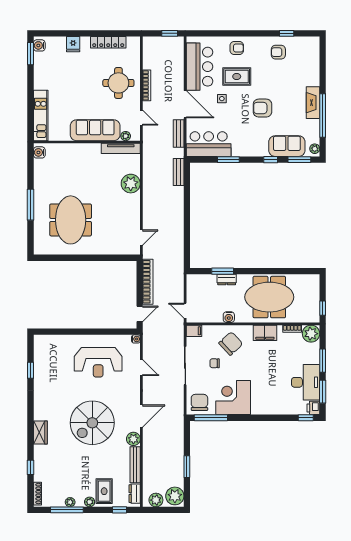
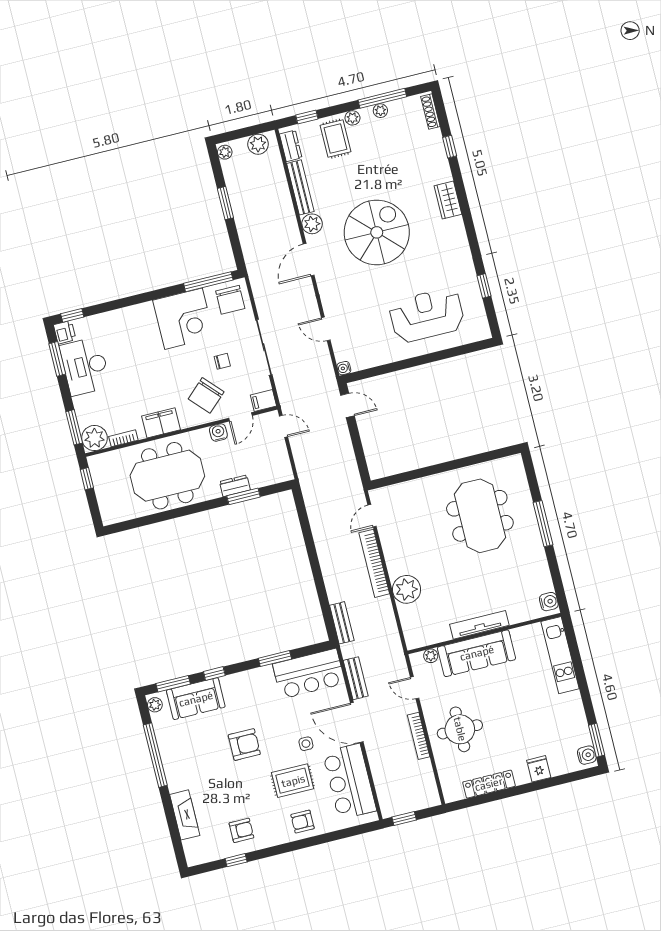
fireplace: (313, 103) -> (185, 815), moved
tv unit: (121, 148) -> (479, 625), moved
bookcase: (148, 282) -> (374, 563), moved
door: (140, 314) -> (348, 405), swing flipped
door: (212, 324) -> (240, 417), added
window: (323, 361) -> (74, 427), moved
reception desk: (98, 362) -> (427, 315), moved
plant: (175, 496) -> (225, 152), width x0.53, depth x0.53

